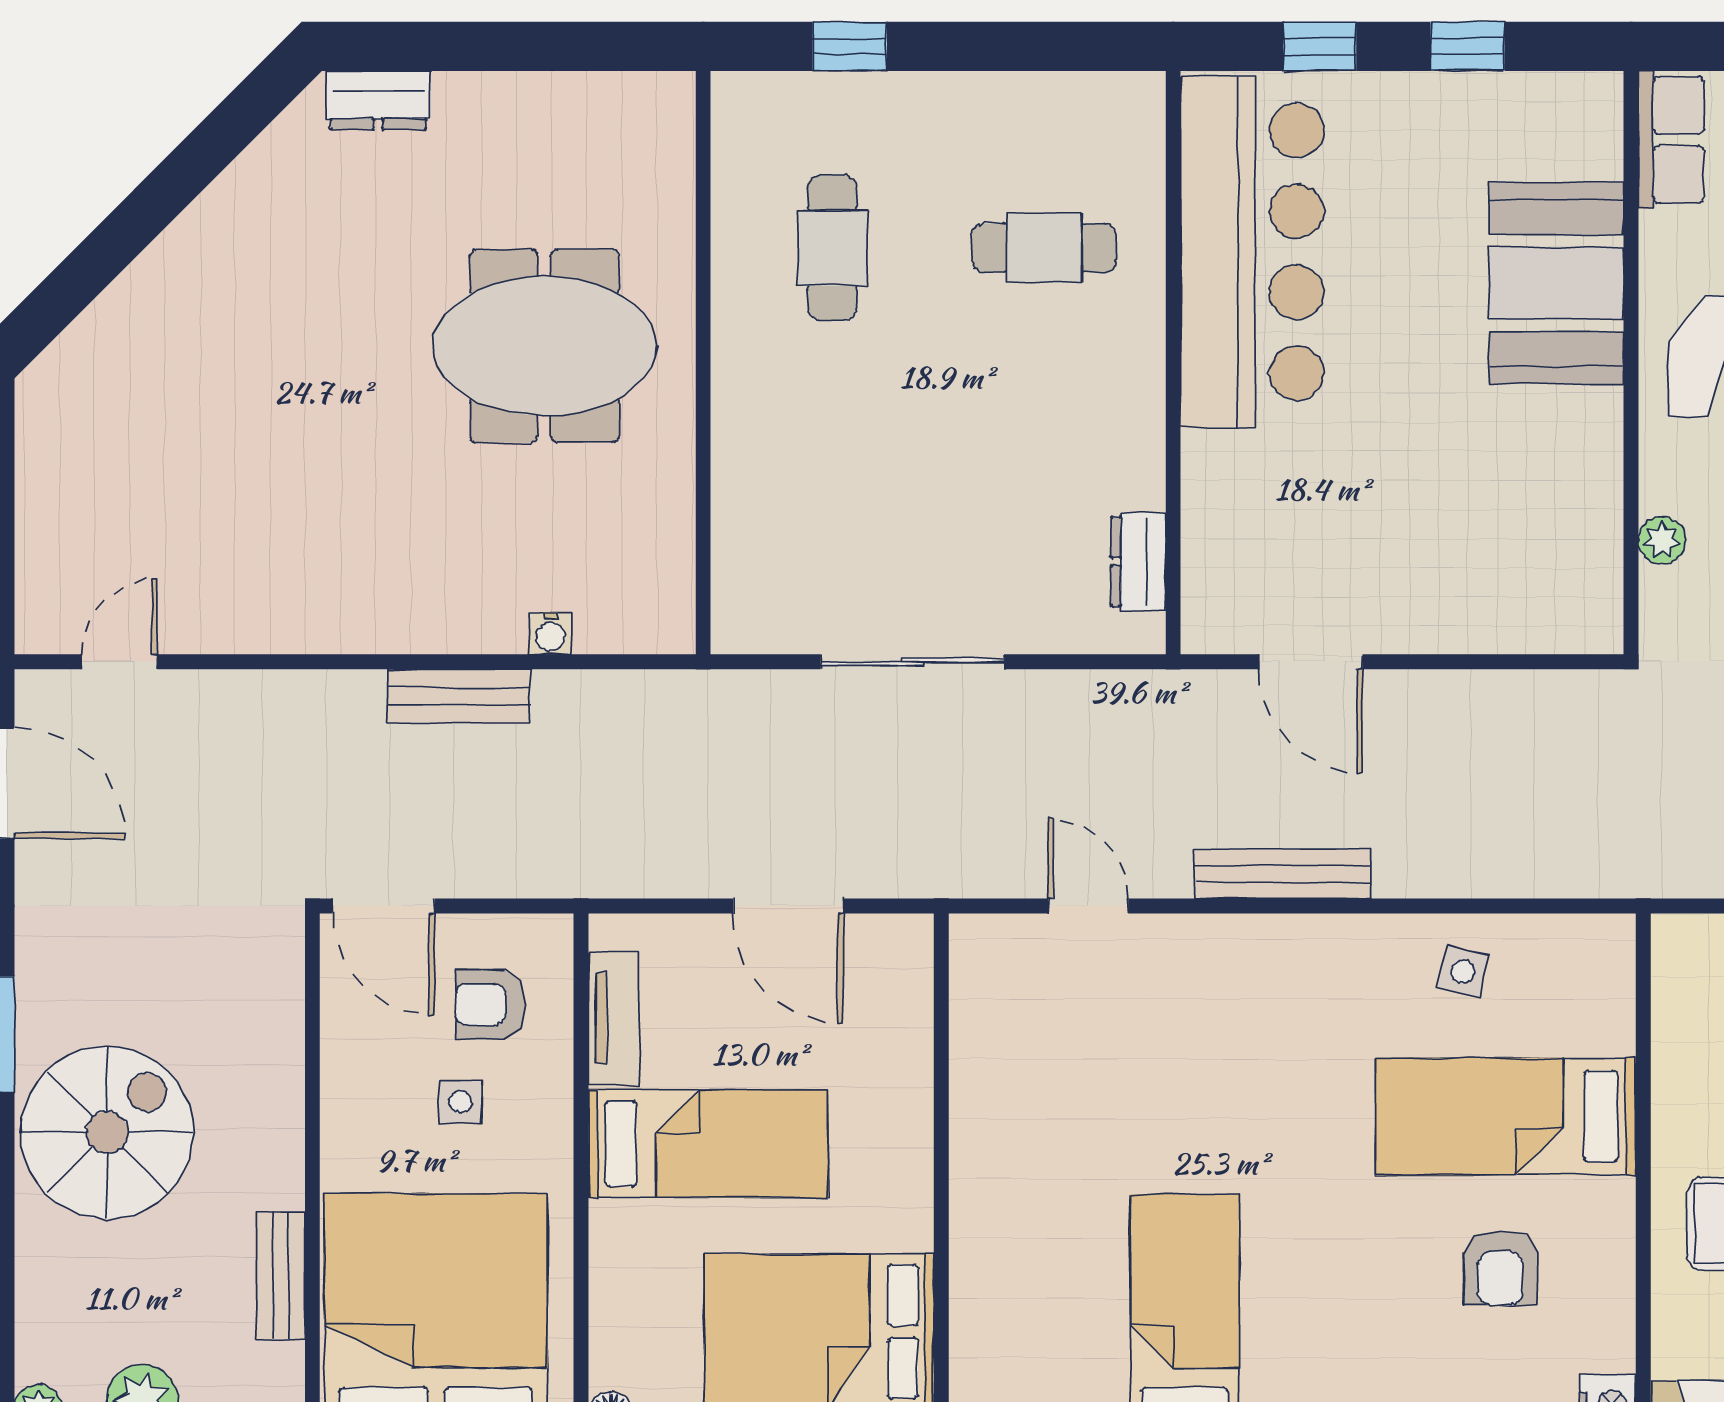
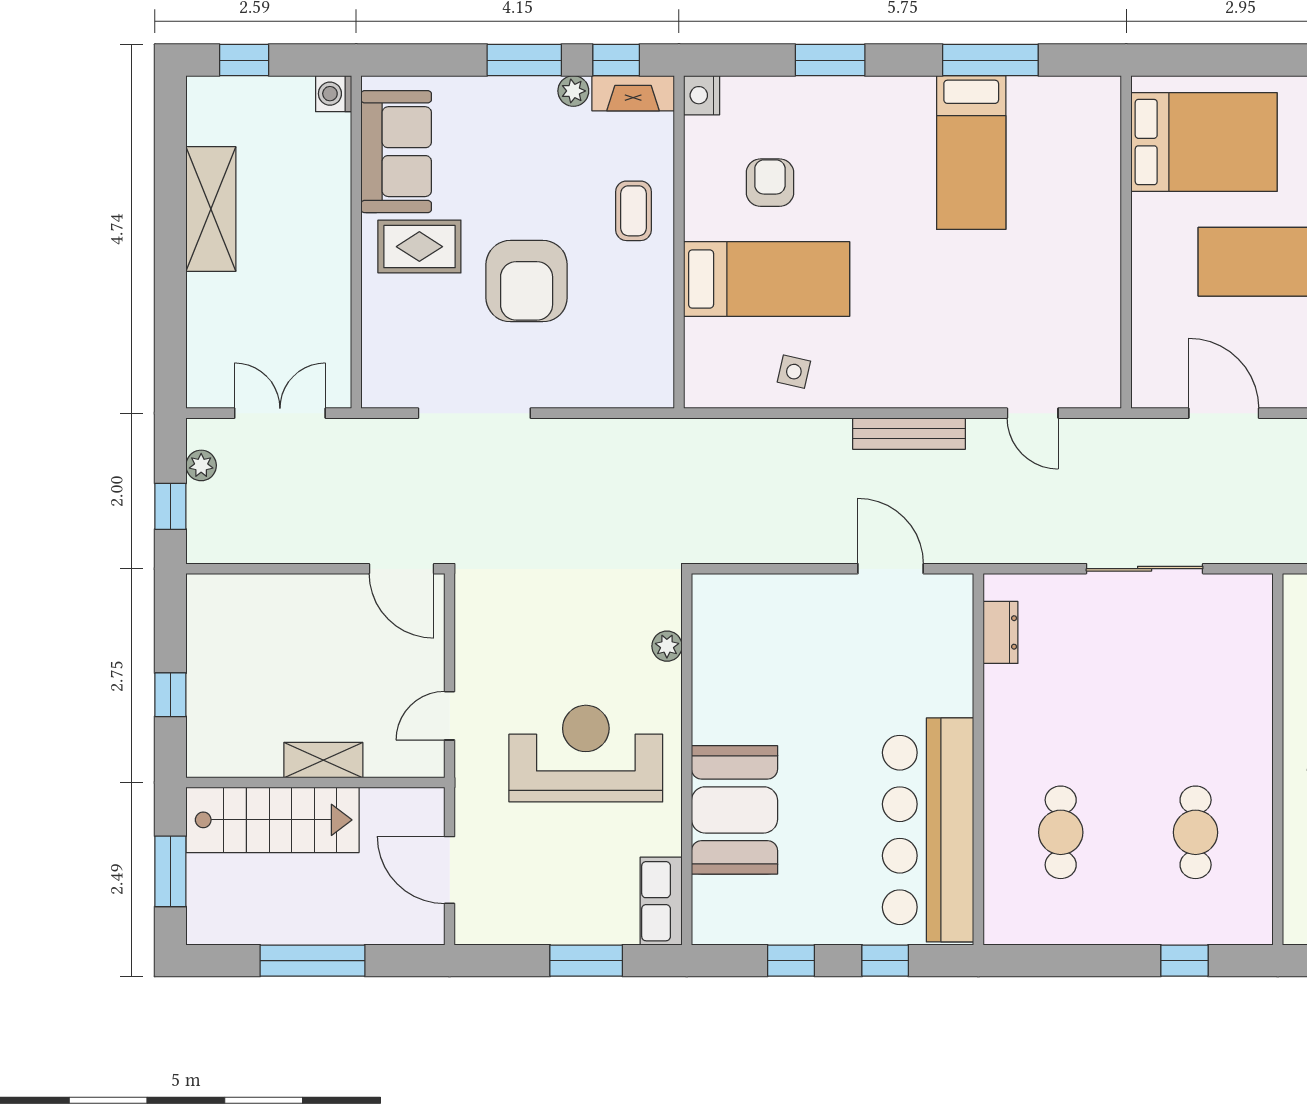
cafe table: (1044, 248) -> (1061, 832), turned 90

